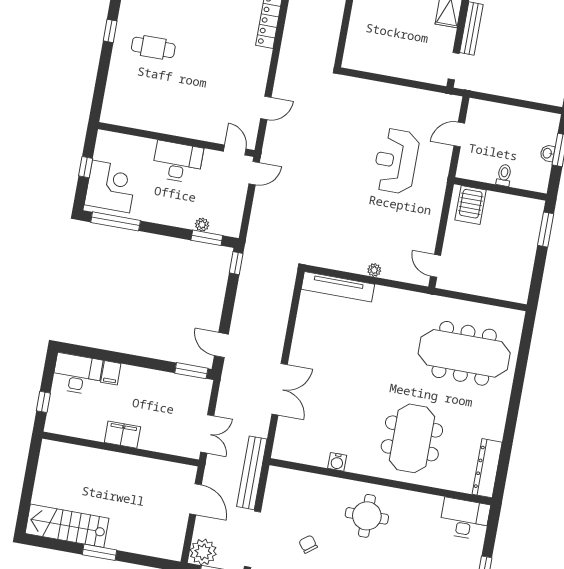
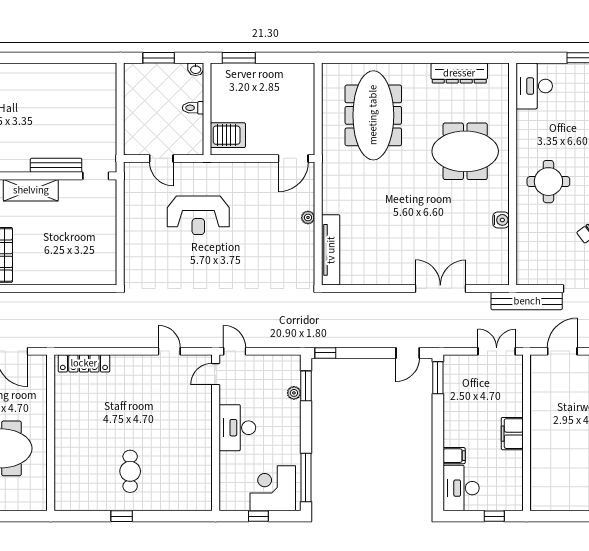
washbasin: (548, 153) -> (196, 69), moved
door: (436, 266) -> (293, 158), width x1.37
dresser: (487, 468) -> (459, 73), moved

